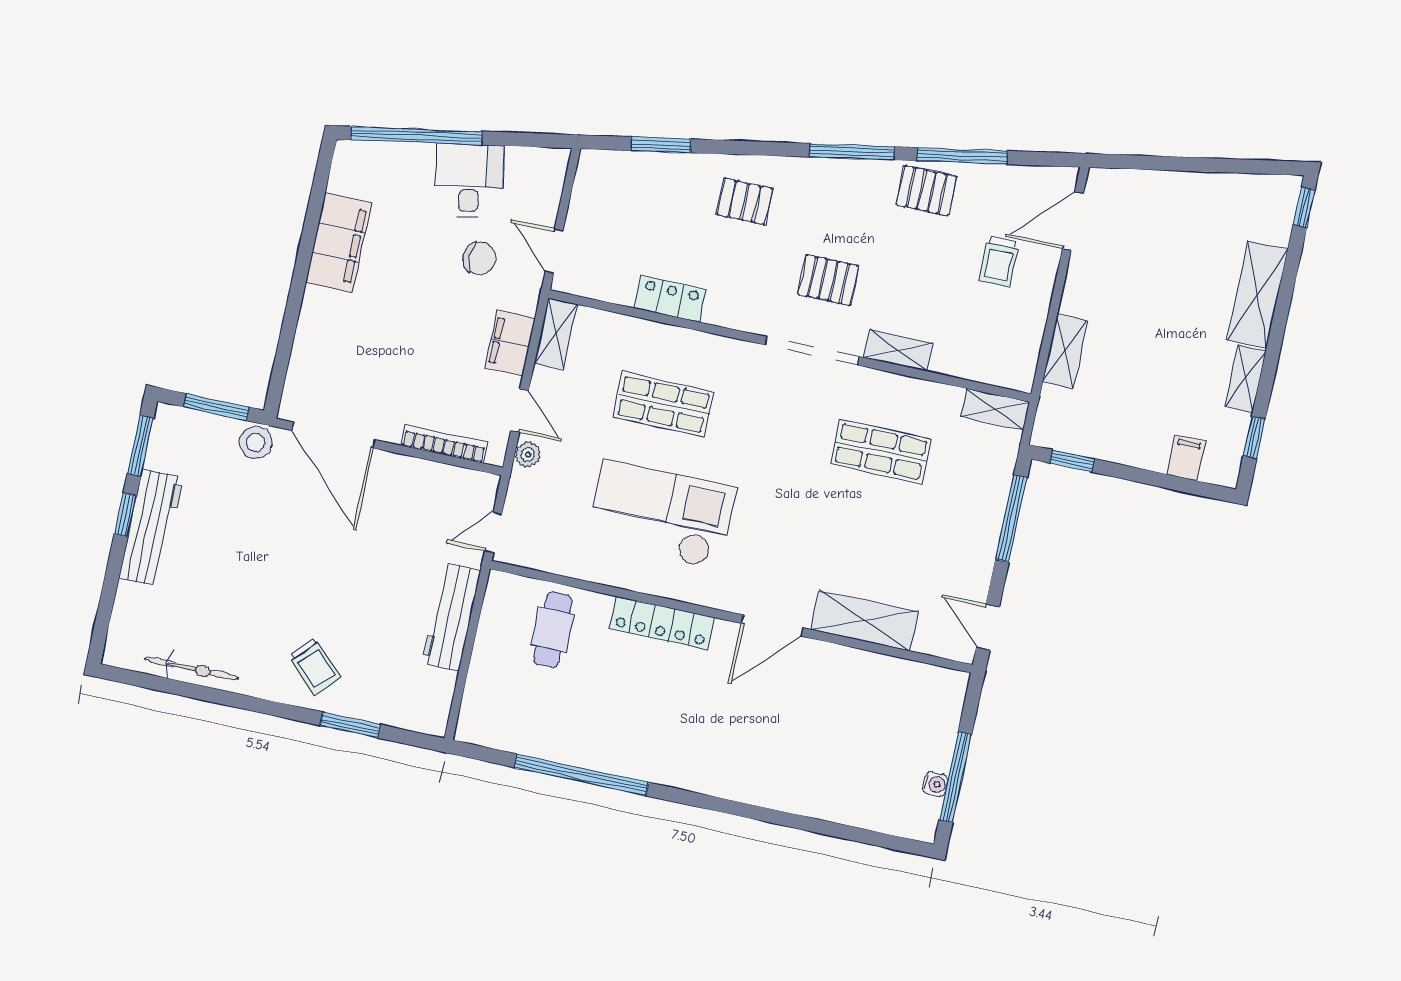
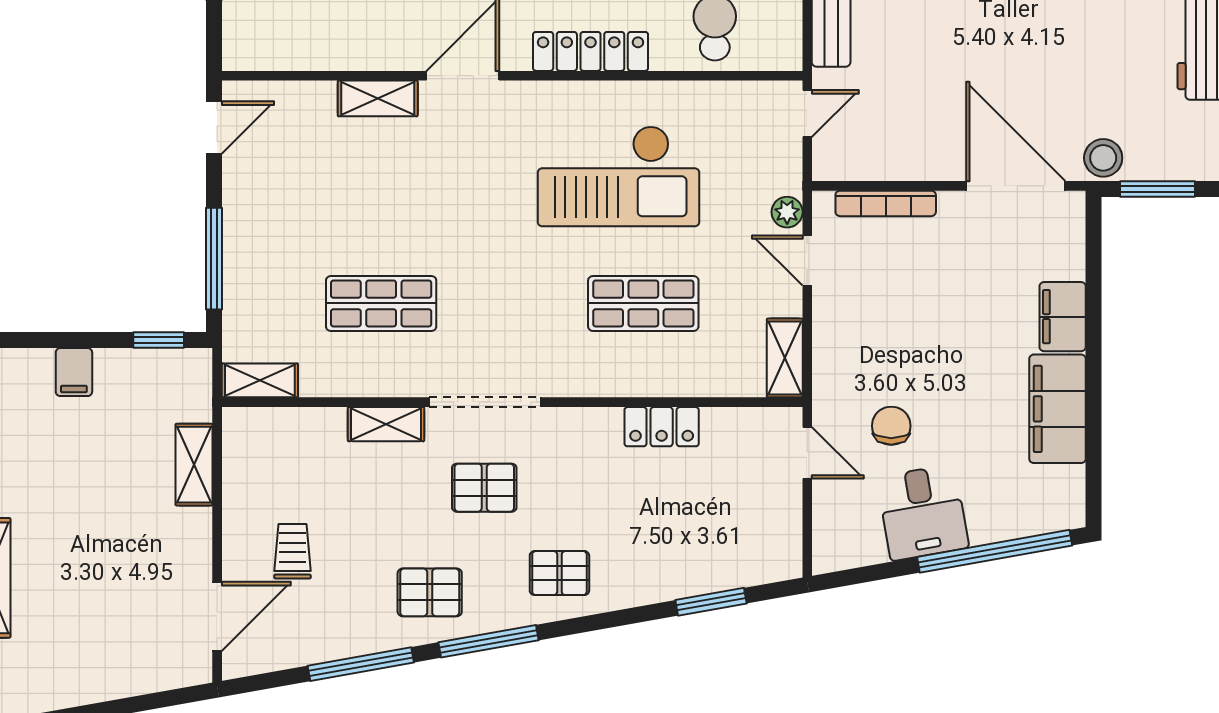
pallet: (926, 191) -> (430, 592), moved
pallet: (745, 202) -> (559, 573), moved
chair: (480, 258) -> (891, 426), turned 90
filing cabinet: (510, 343) -> (1063, 317), moved, turned 180
filing cabinet: (1186, 458) -> (74, 372), moved
shelving: (864, 621) -> (378, 98), width x0.67, depth x0.75
door: (988, 627) -> (214, 128), hinge flipped

